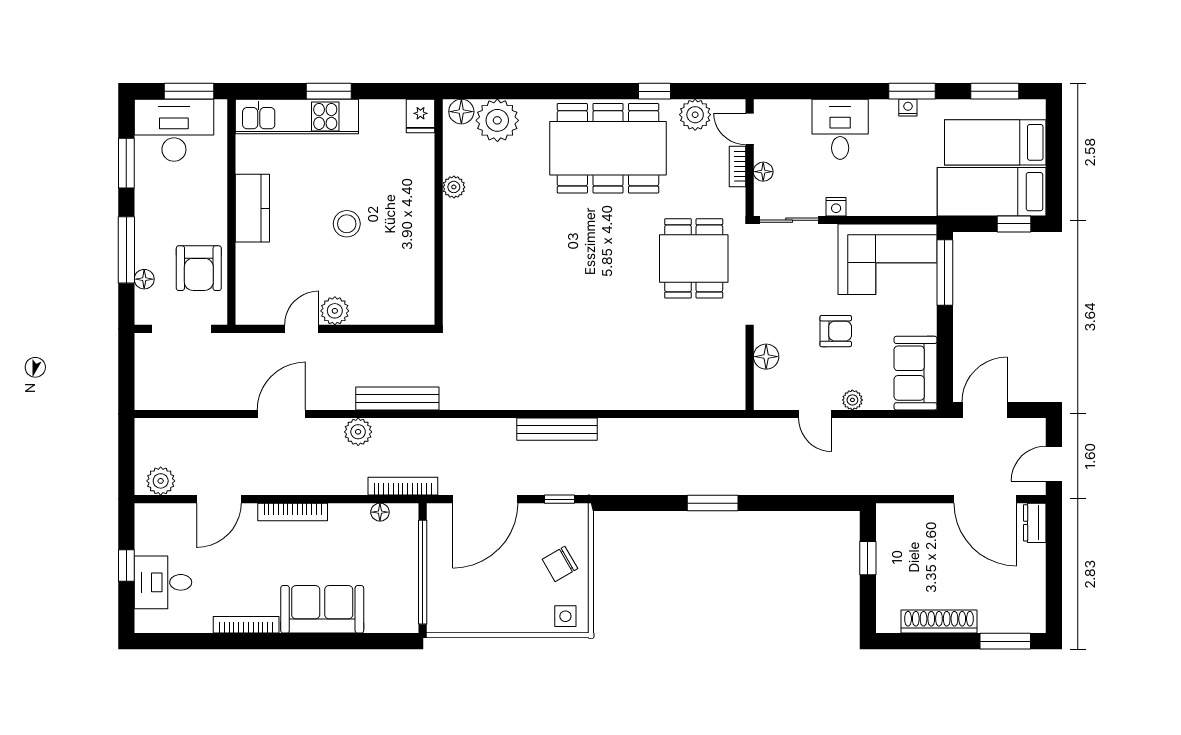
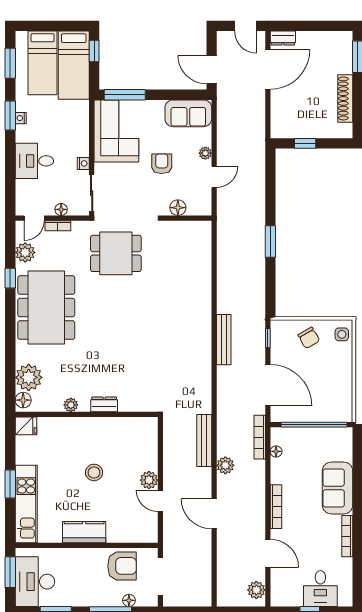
dresser: (454, 240) -> (104, 404), added

